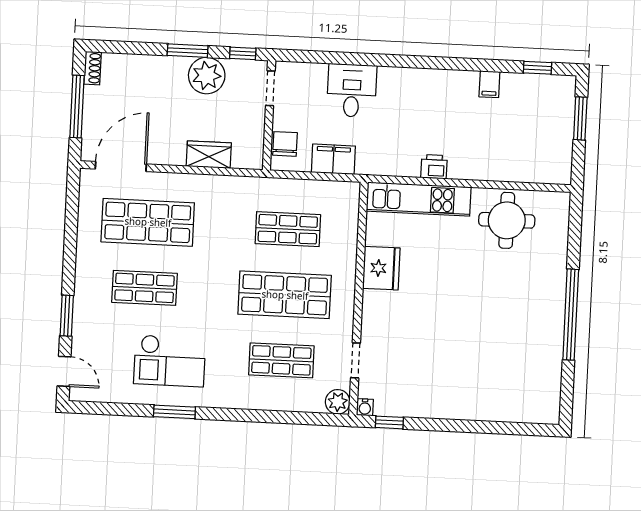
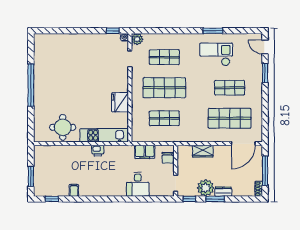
dresser: (169, 66) -> (223, 192), added

